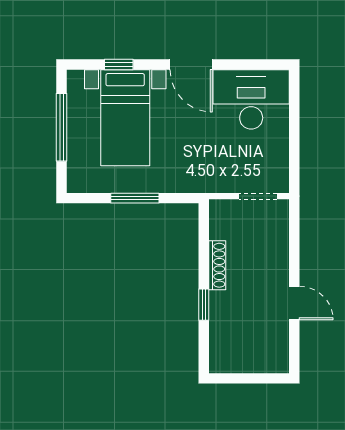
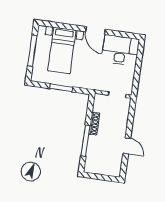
window: (119, 64) -> (62, 26), removed
window: (204, 305) -> (86, 141), width x2.17

